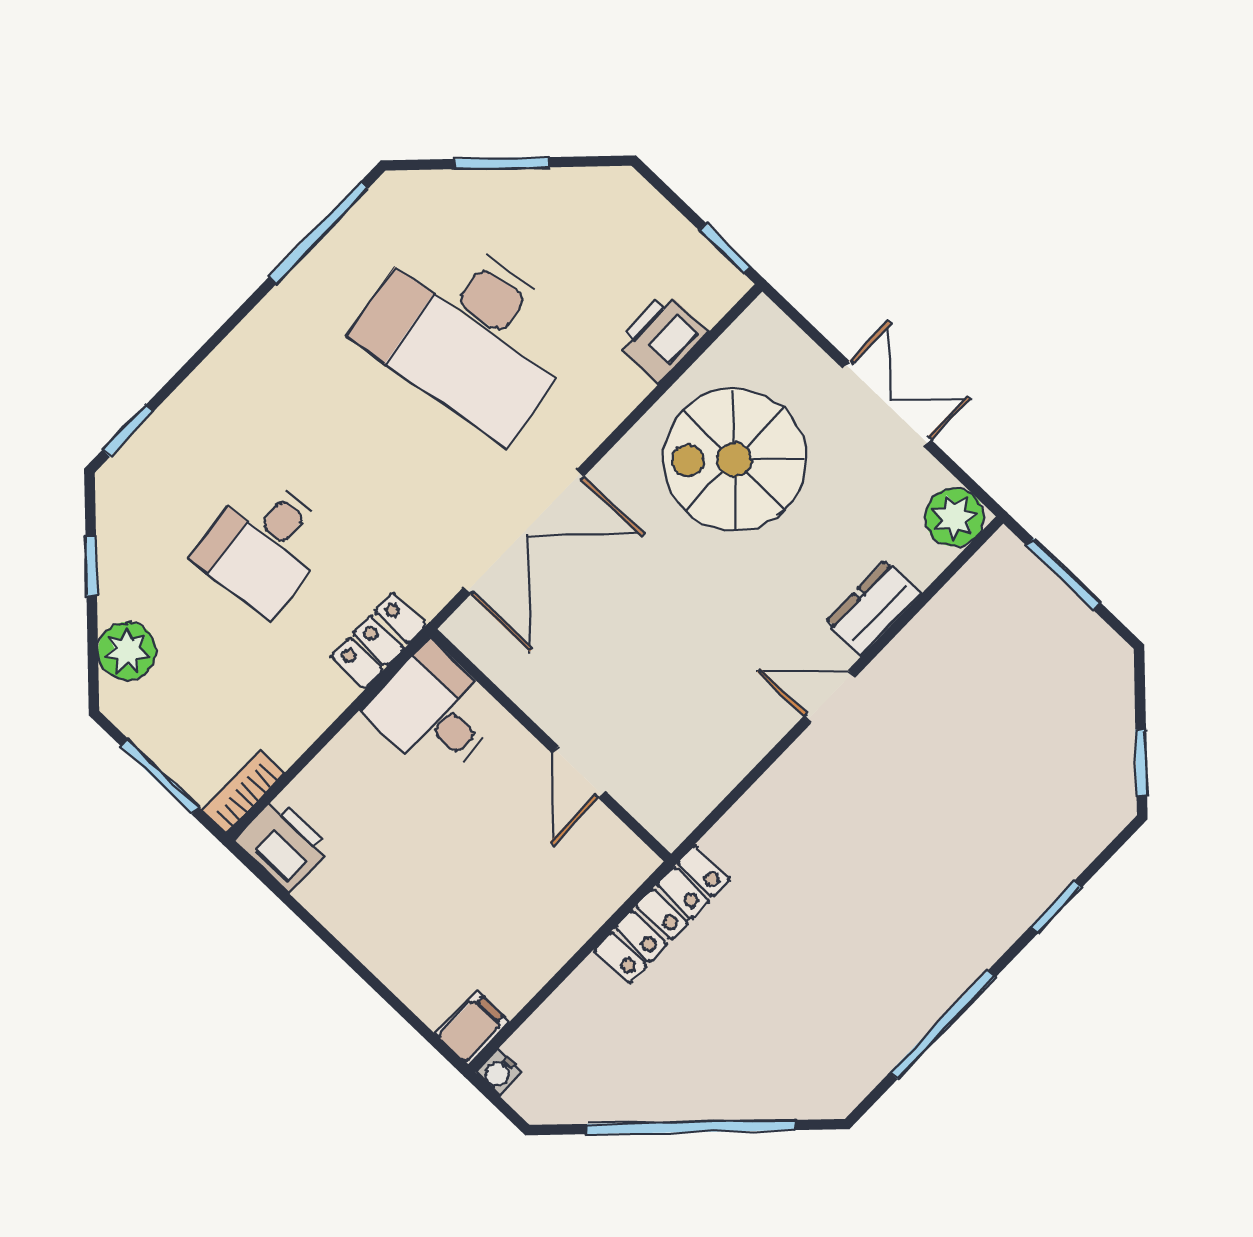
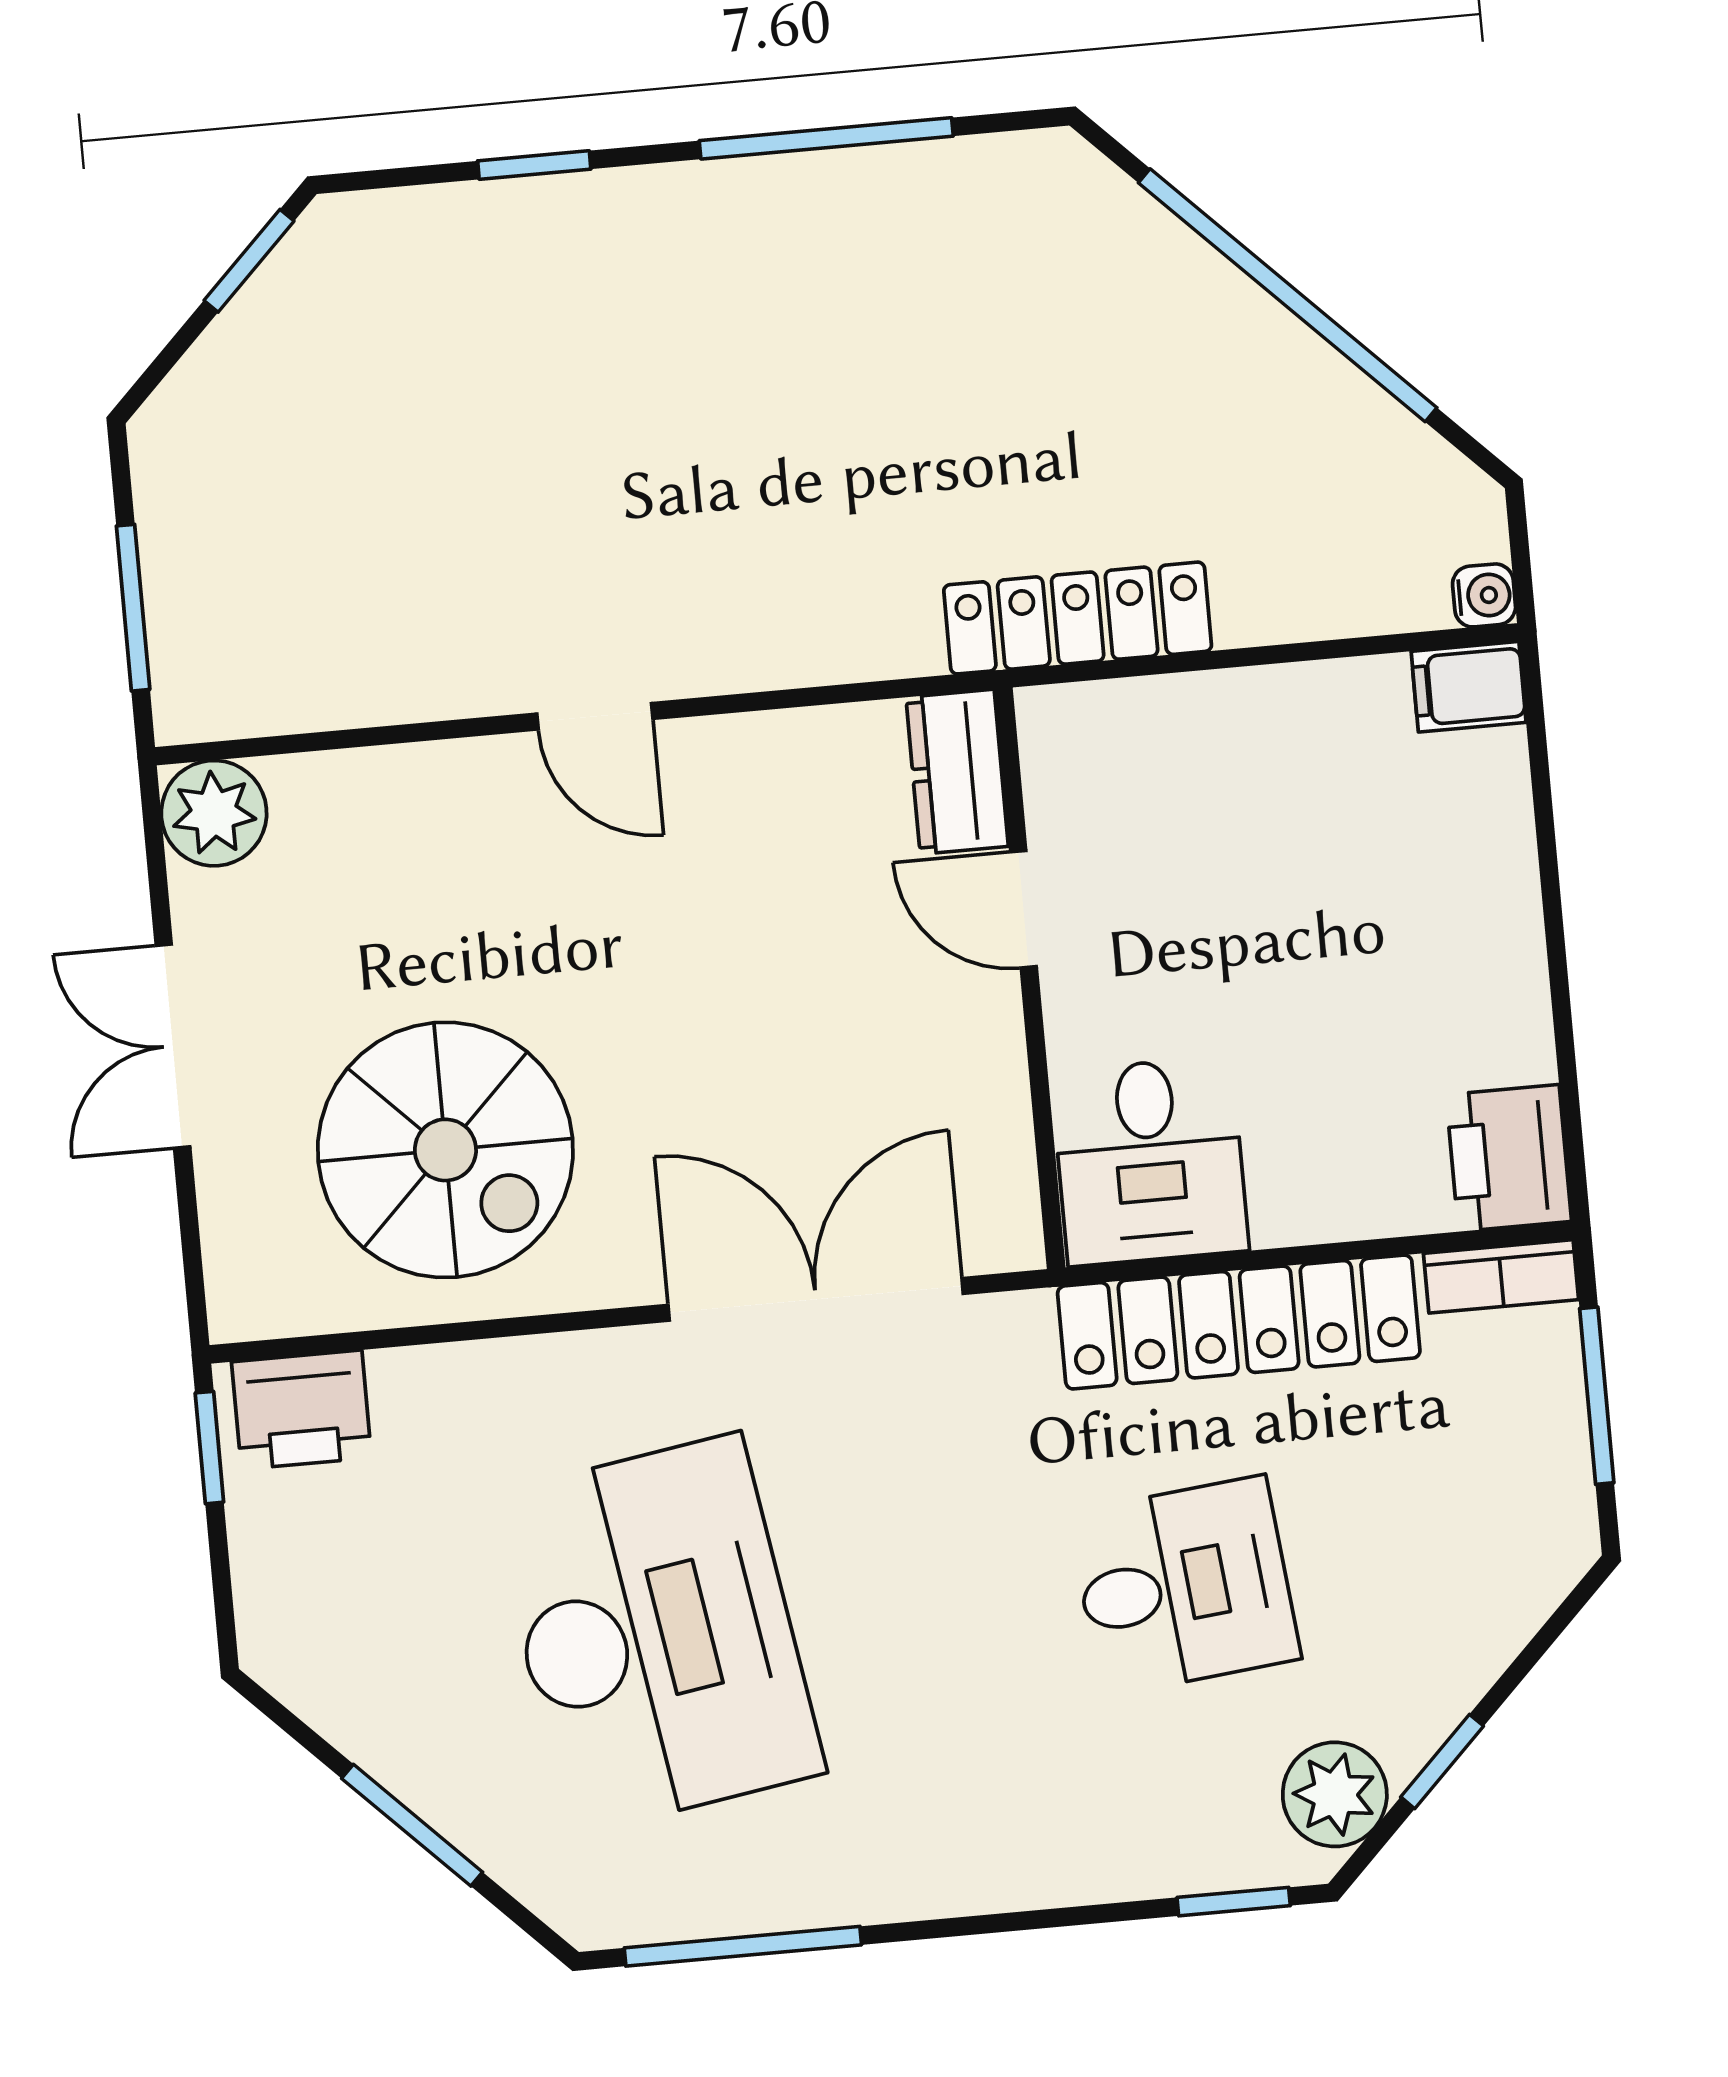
printer: (662, 337) -> (302, 1410), moved
dresser: (874, 608) -> (957, 772), moved, turned 90
locker: (379, 641) -> (1239, 1322), width x2.16, depth x1.21
plant: (127, 651) -> (1335, 1794), moved
door: (578, 772) -> (1023, 909), swing flipped

